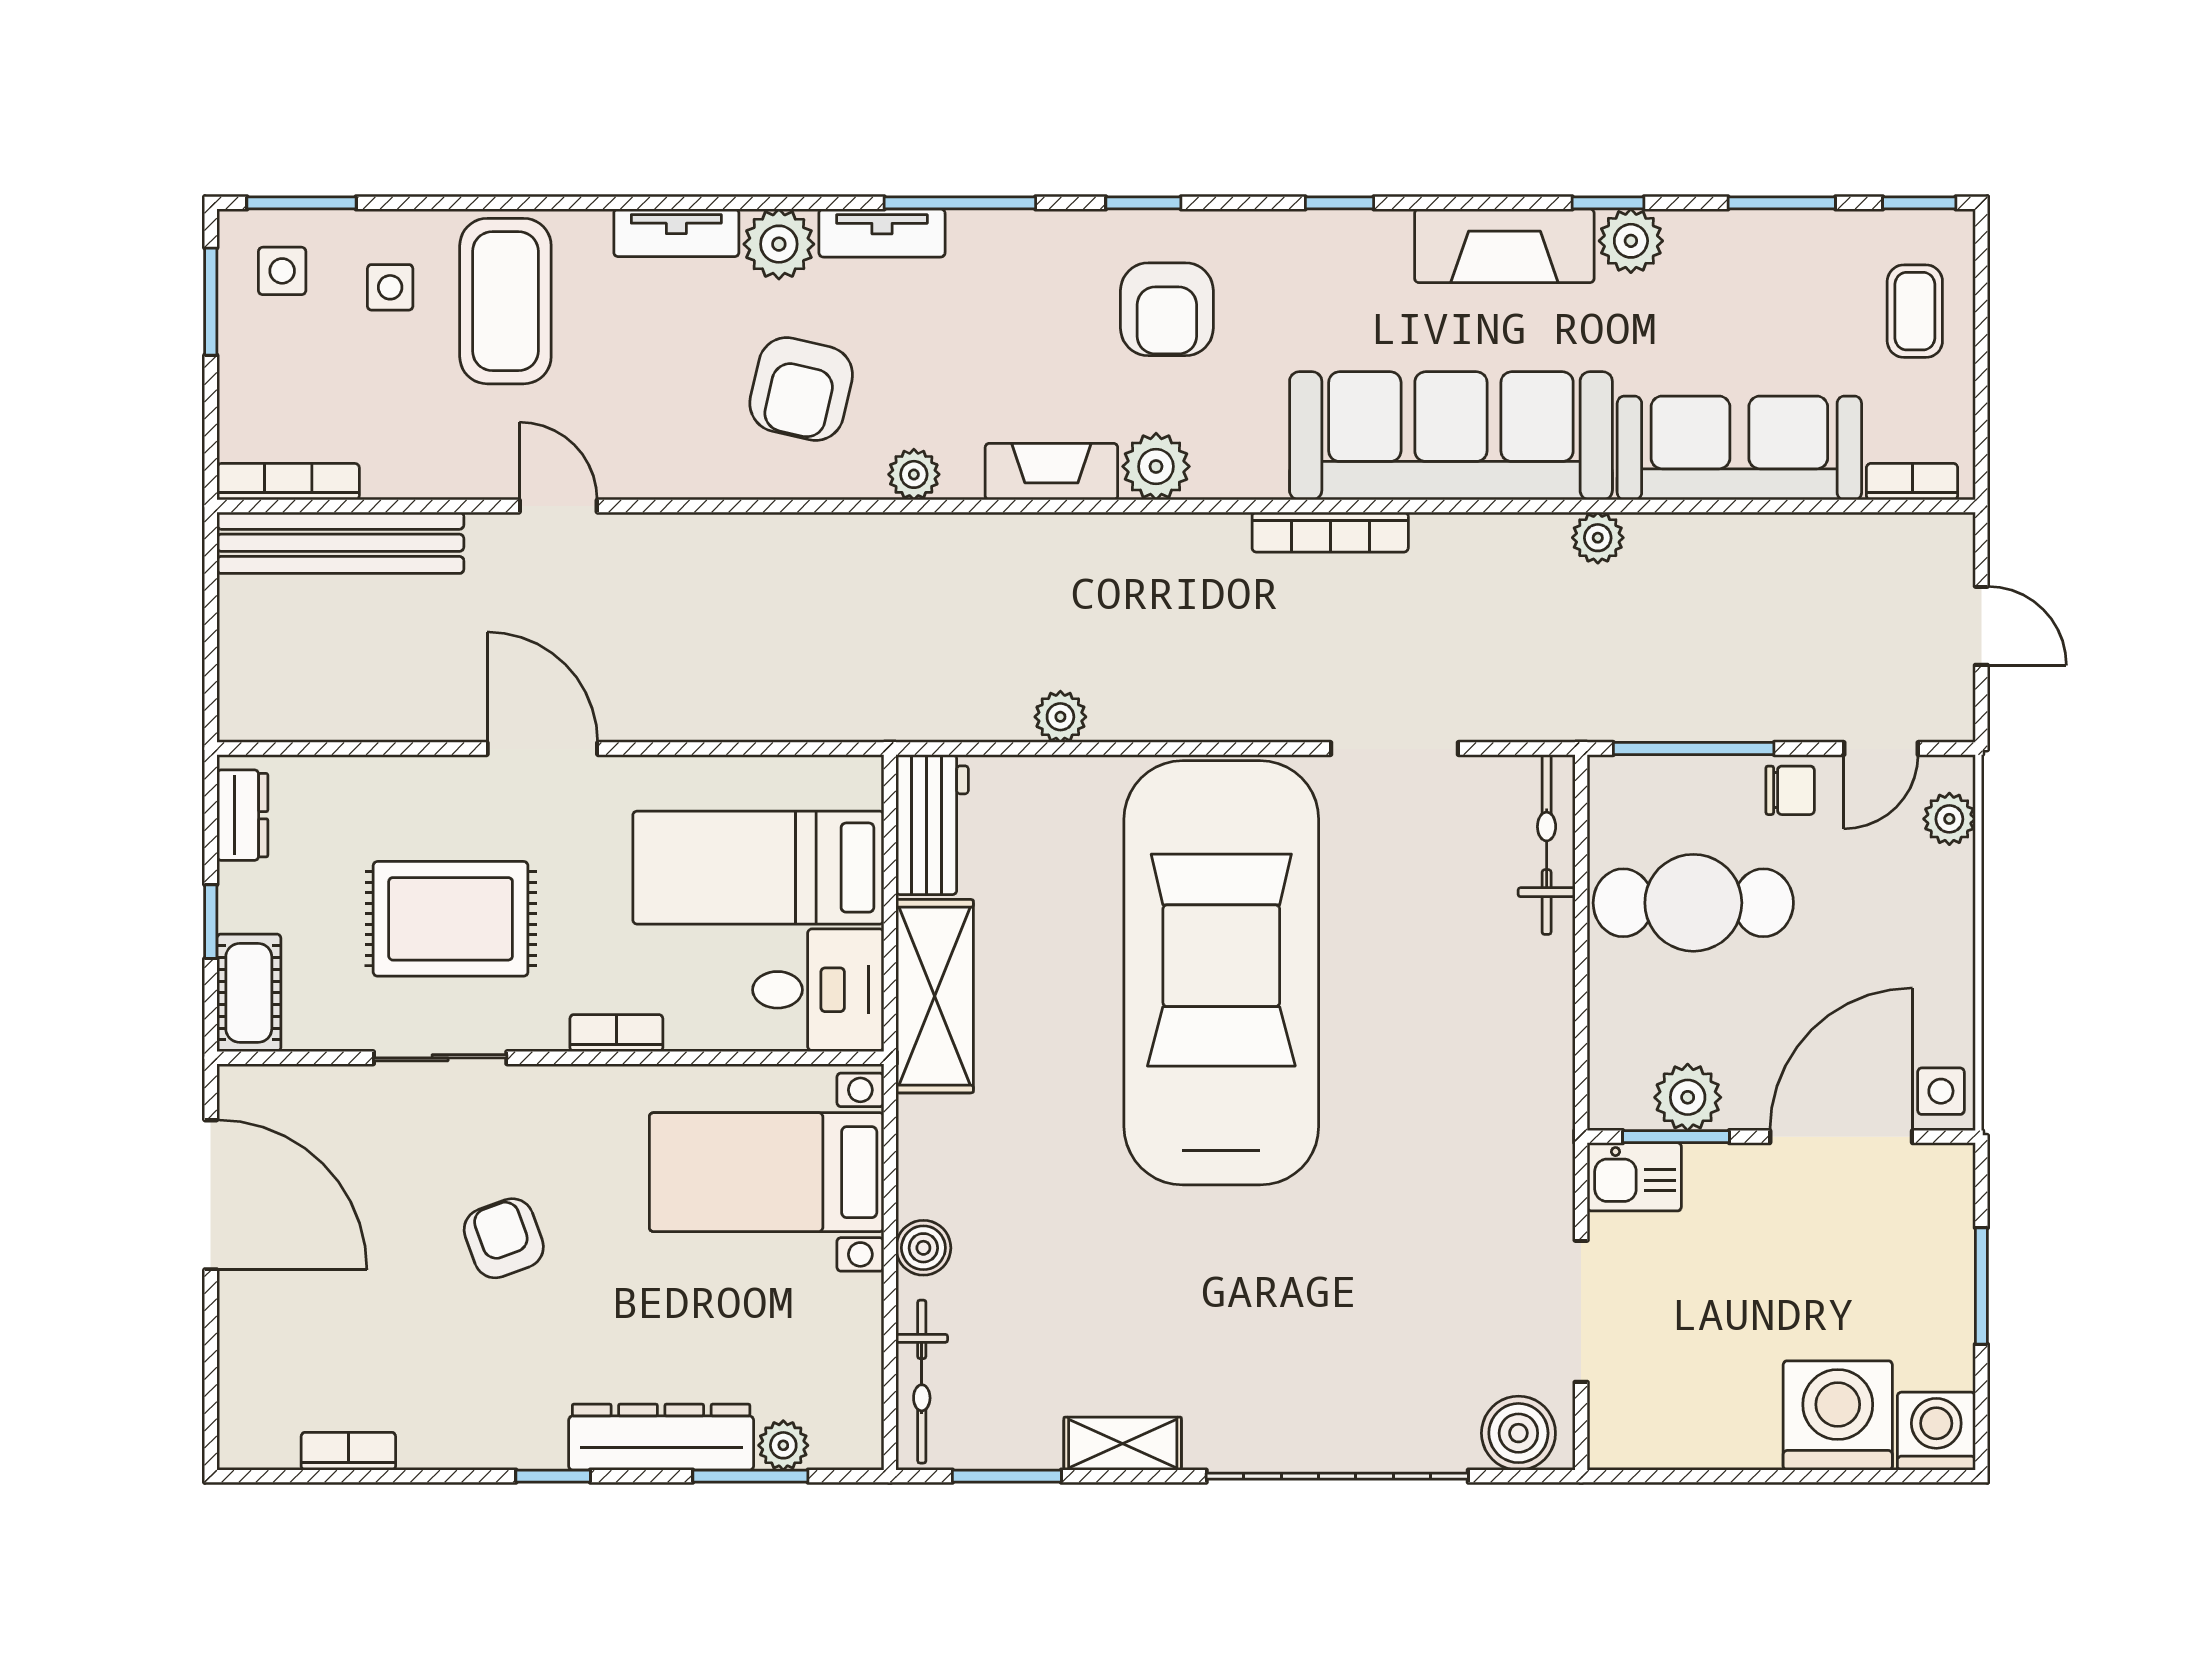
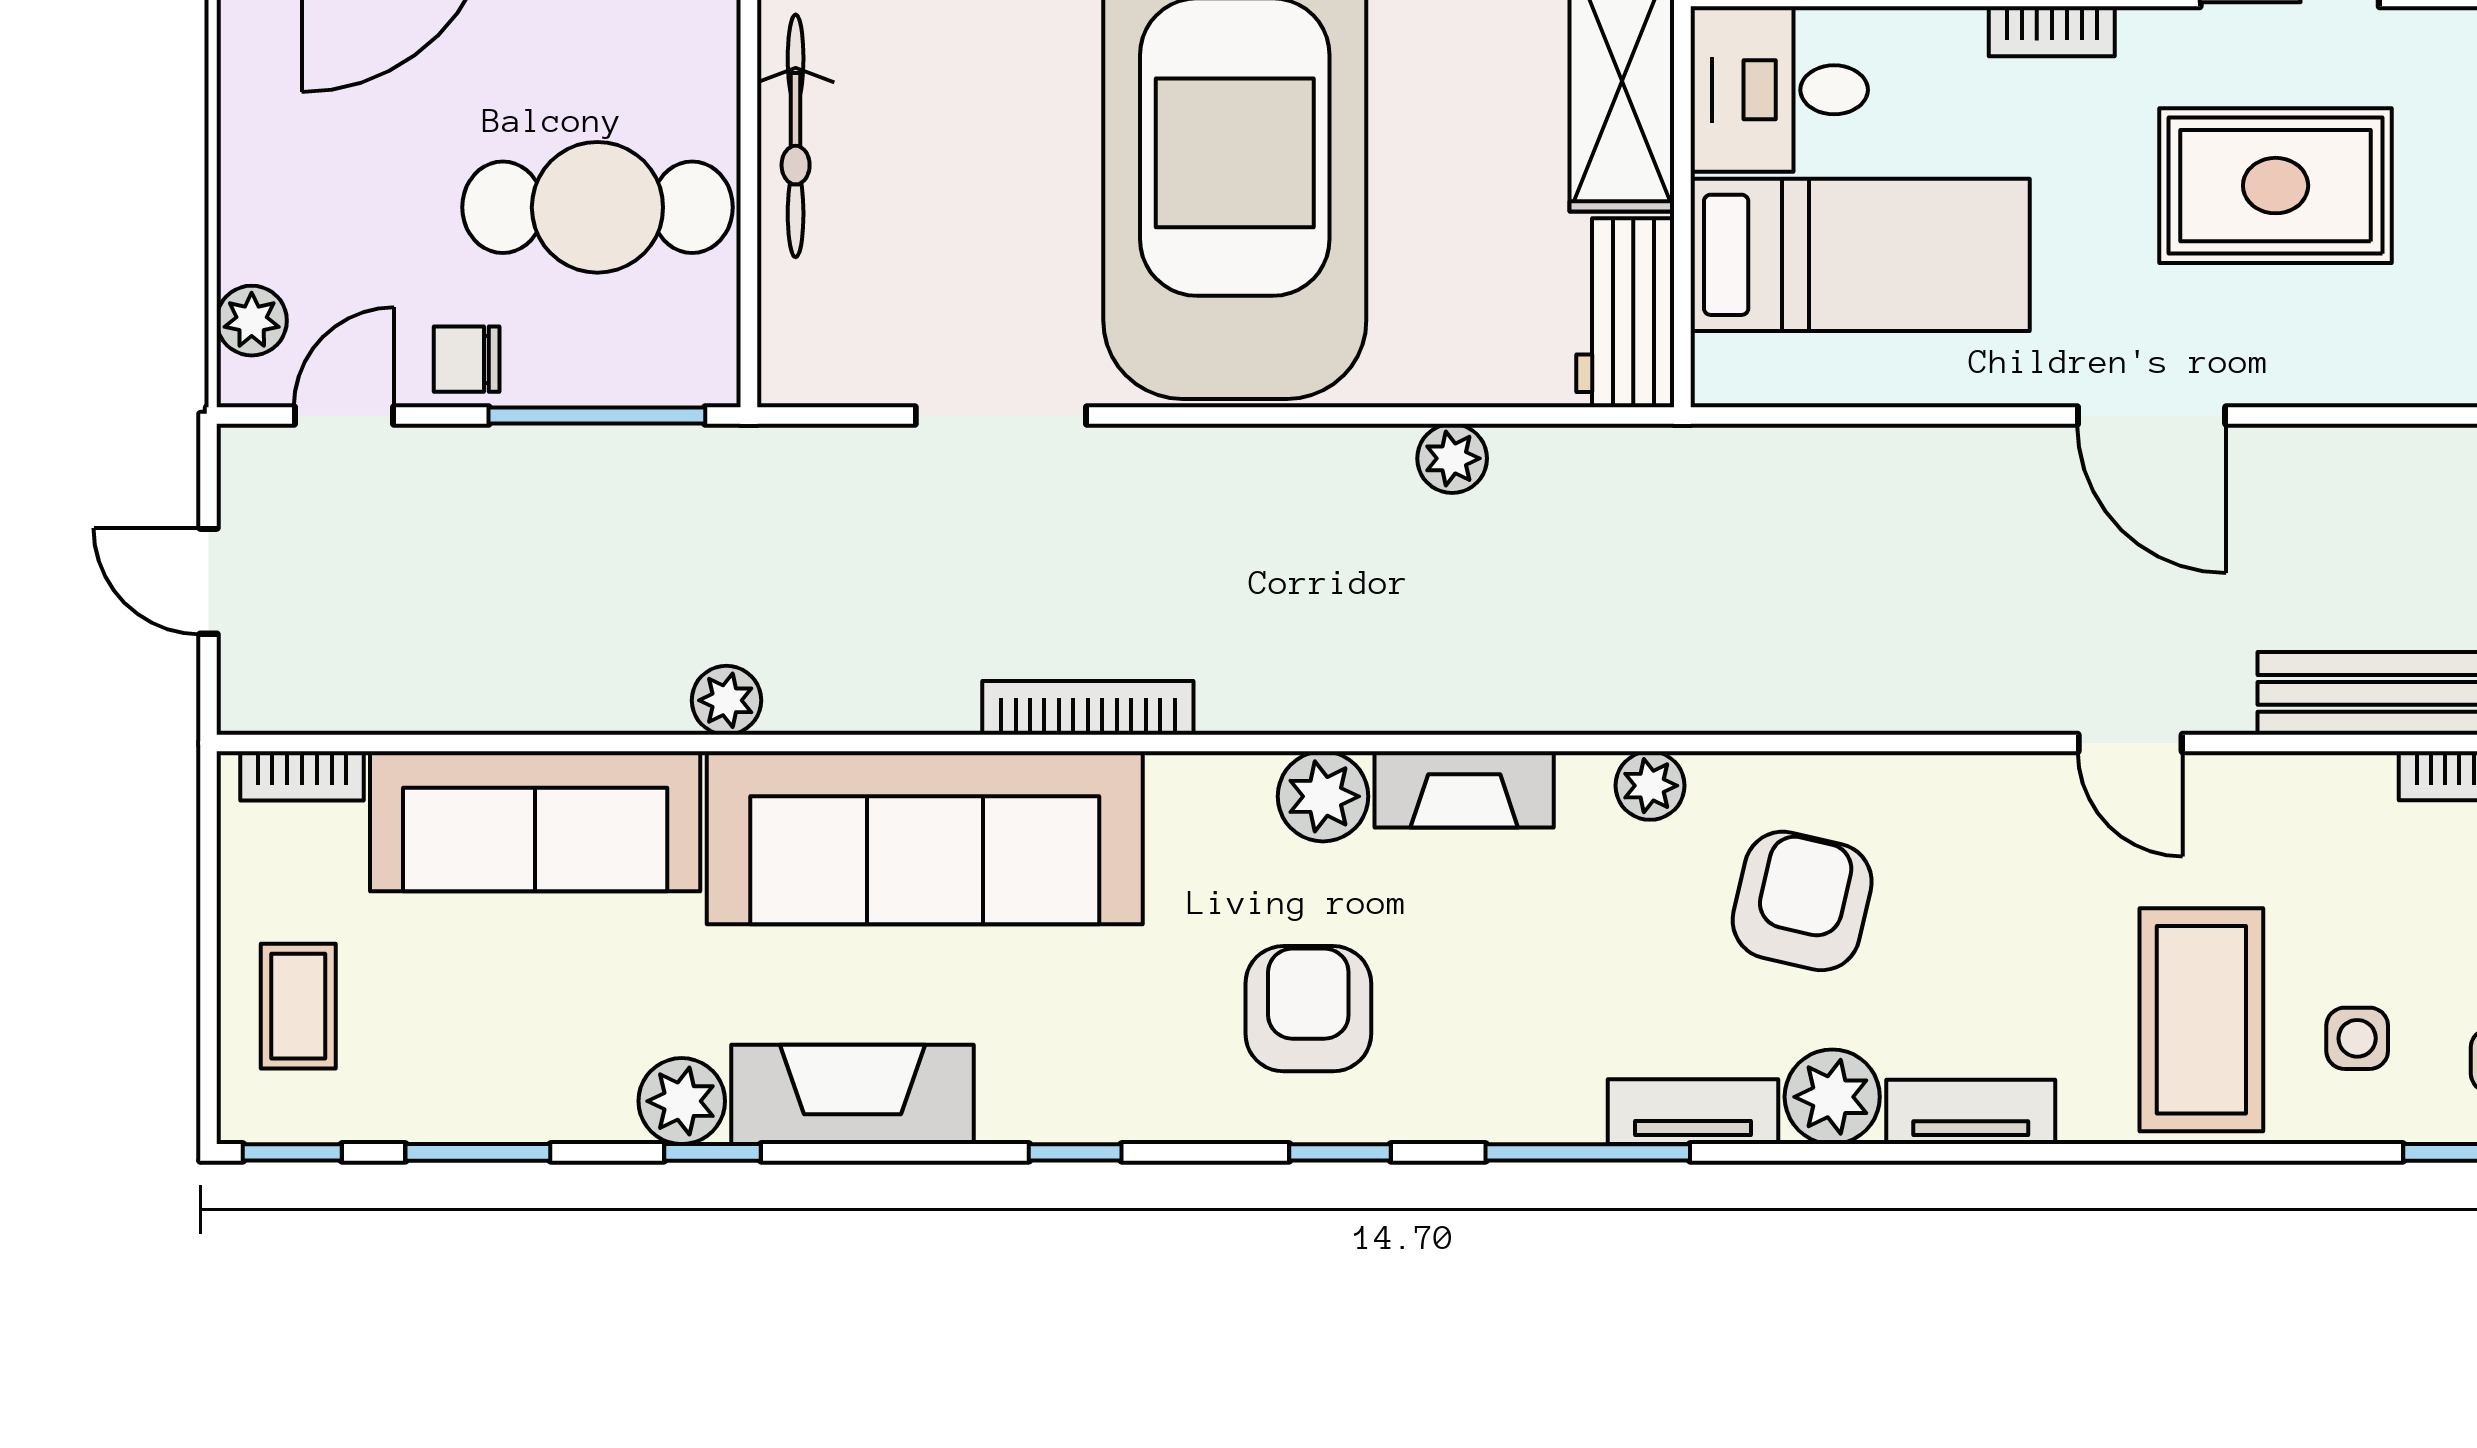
bicycle: (1547, 845) -> (796, 136), moved

